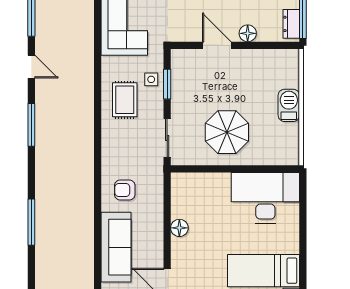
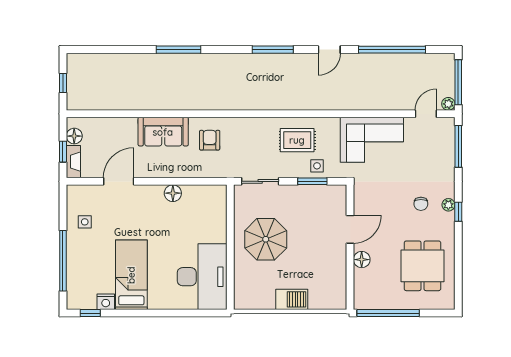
dresser: (291, 24) -> (371, 302), removed
sofa: (116, 247) -> (163, 132), width x0.73

